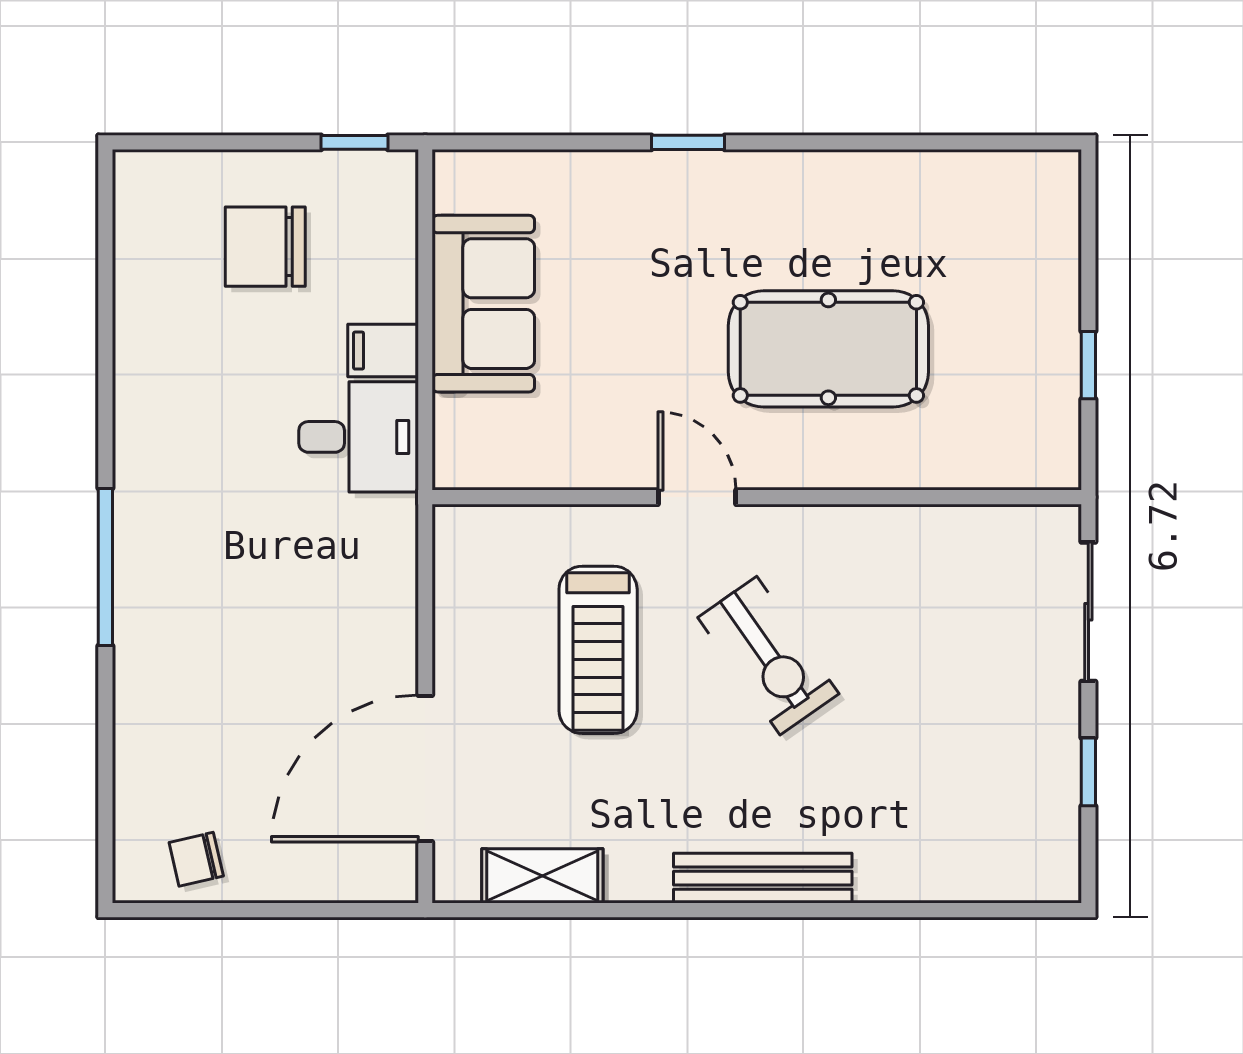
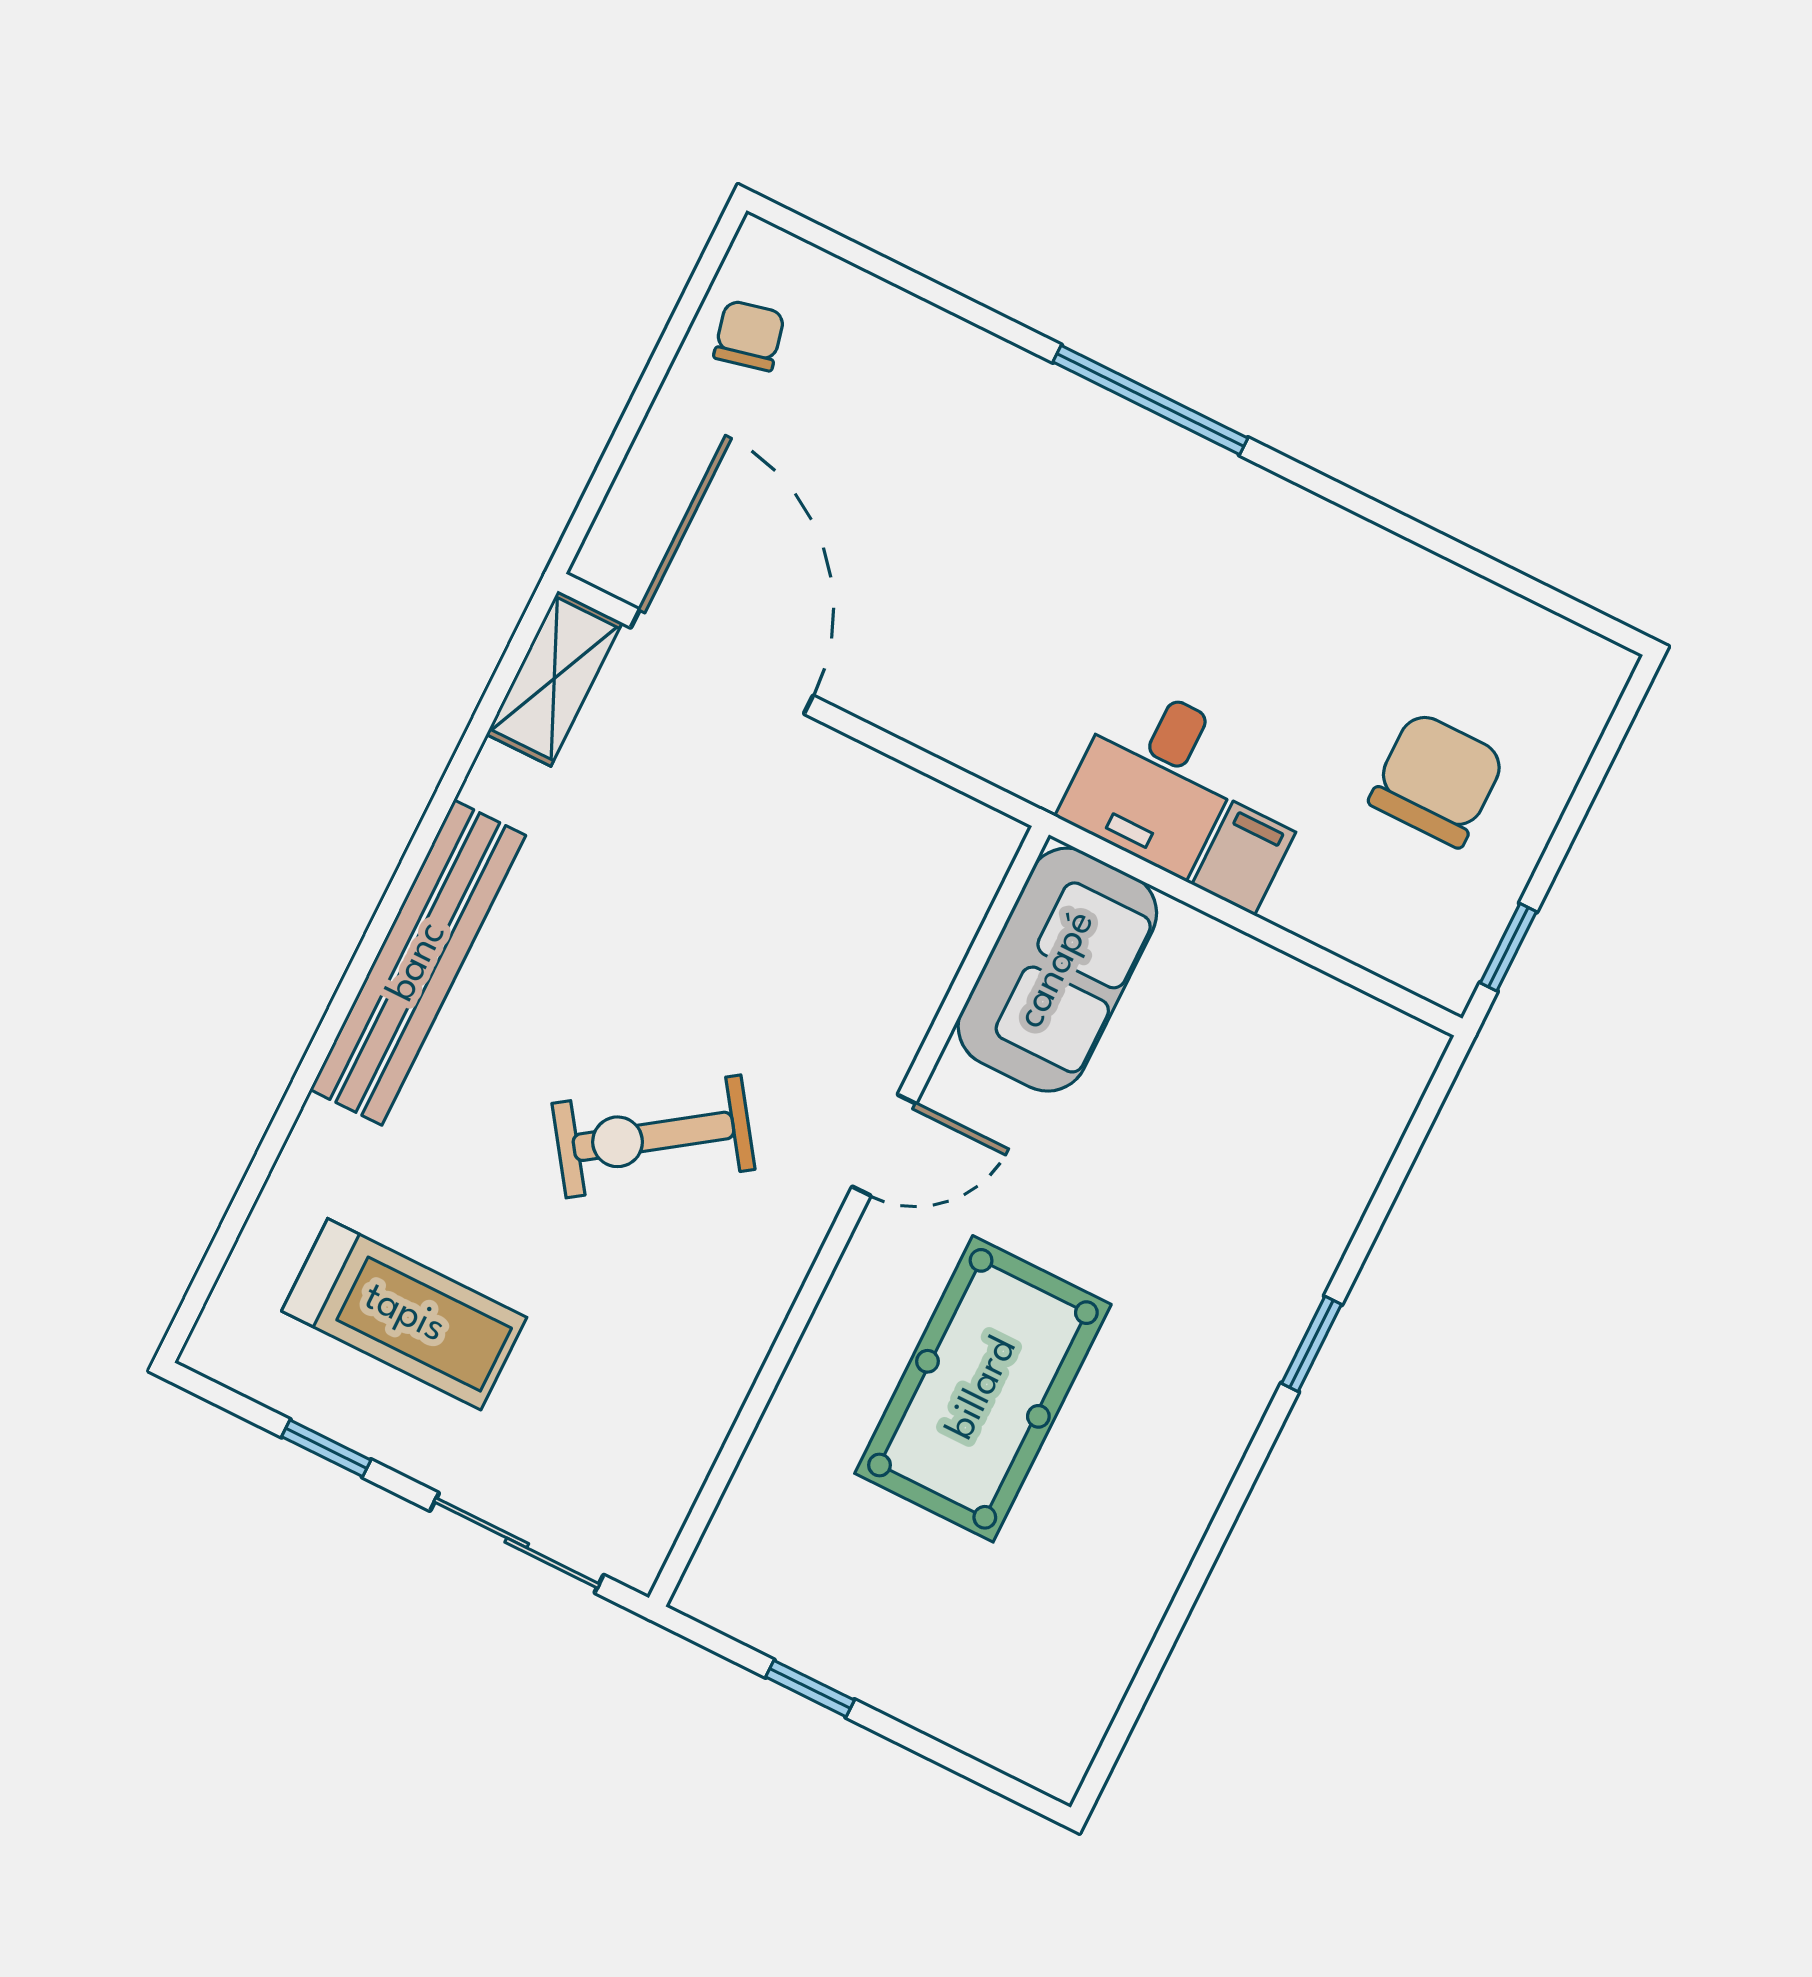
sofa: (483, 304) -> (1057, 970), moved, turned -90
treadmill: (598, 650) -> (404, 1314), moved, turned 180
shelving: (542, 876) -> (554, 678), moved
bench: (763, 878) -> (418, 962), width x1.37, depth x1.21

